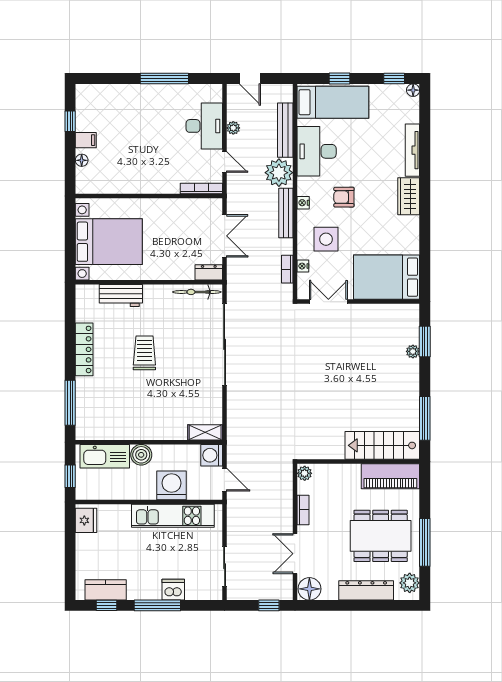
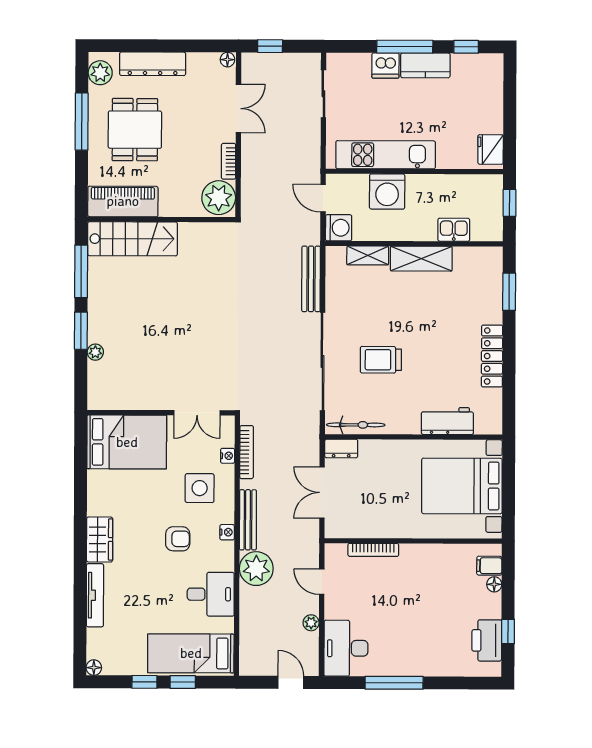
window: (394, 78) -> (144, 682), moved
printer: (88, 114) -> (487, 640), added
desk: (204, 126) -> (346, 648), moved
bench: (285, 130) -> (311, 279), moved
filing cabinet: (86, 140) -> (489, 566), moved
desk: (317, 151) -> (211, 594), width x0.73
bookcase: (201, 188) -> (373, 550), moved
bookcase: (287, 269) -> (247, 452), width x1.56
window: (425, 342) -> (81, 331), moved
trolley: (144, 353) -> (381, 360), moved, turned 90
window: (70, 403) -> (509, 292), width x0.69
shelving: (143, 430) -> (421, 259), added
shelving: (205, 432) -> (368, 255), moved
boiler: (141, 455) -> (424, 229), removed
kitchen sink: (105, 456) -> (454, 230), width x0.53, depth x0.81
plant: (305, 473) -> (219, 198), width x1.87, depth x1.87
dining table: (381, 536) -> (135, 130), width x0.73
floor lamp: (309, 589) -> (227, 60), width x0.53, depth x0.53
kitchen counter: (106, 590) -> (425, 65), moved

